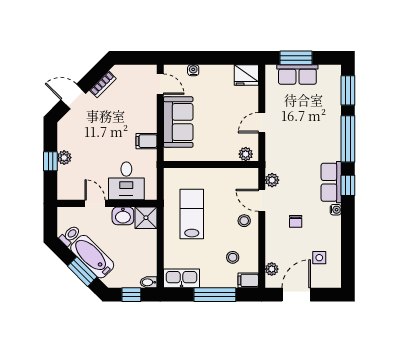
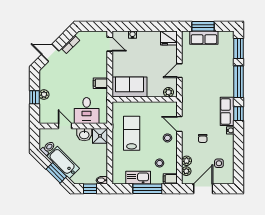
sofa: (178, 122) -> (130, 87), moved, turned -90
plant: (272, 180) -> (187, 161), moved
kitchen sink: (182, 278) -> (138, 178), moved

